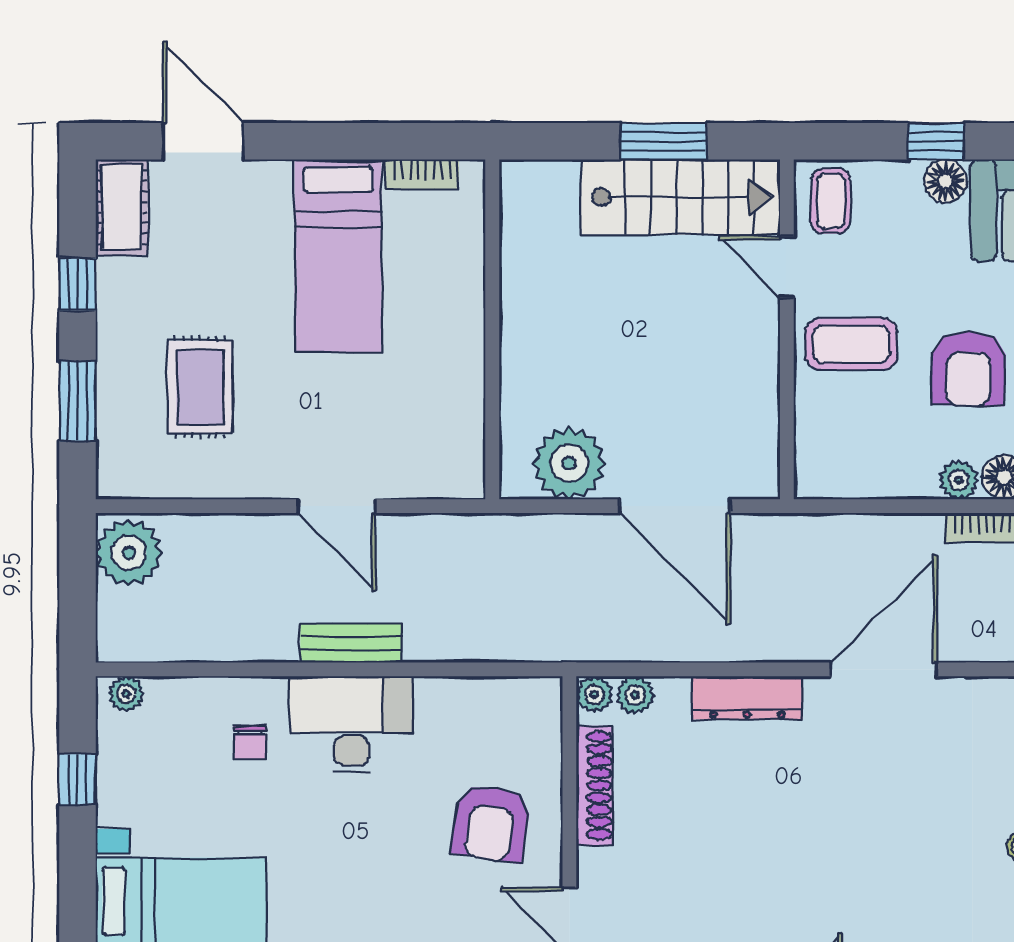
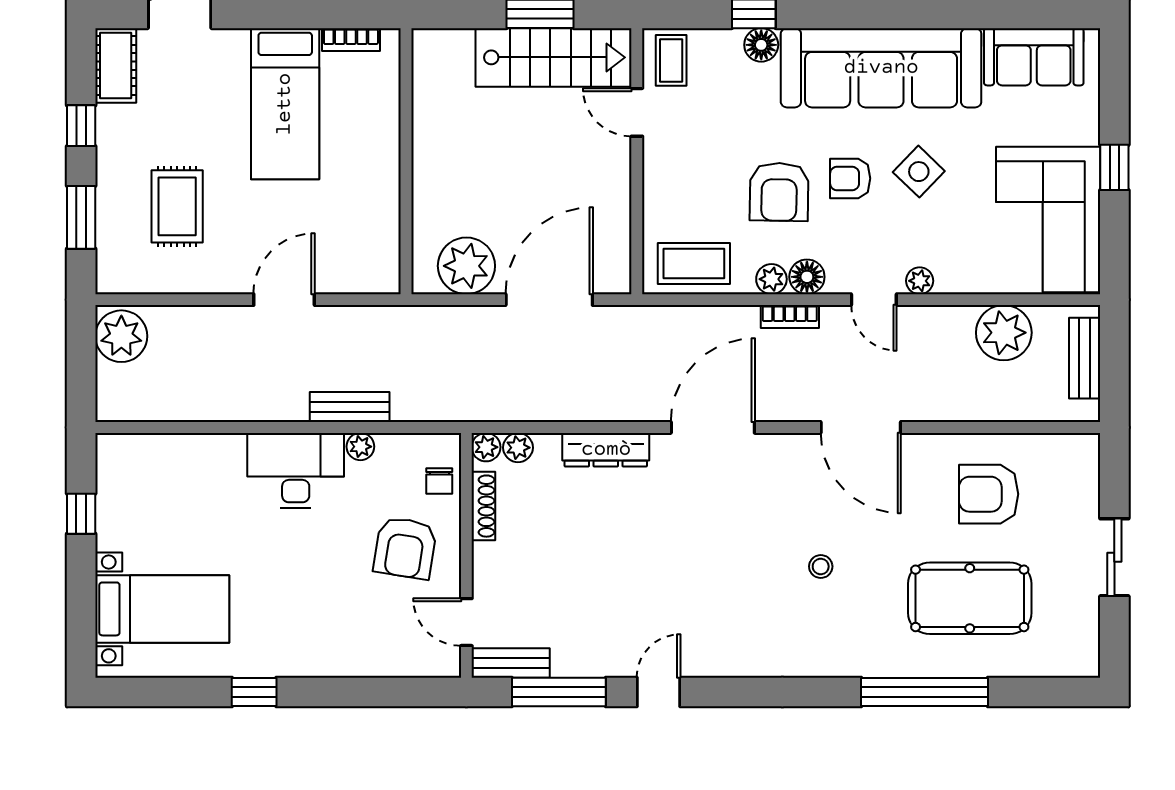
coffee table: (851, 344) -> (694, 264), moved
door: (337, 506) -> (284, 300), swing flipped
door: (675, 506) -> (549, 300), swing flipped
bench: (351, 643) -> (350, 407), moved
plant: (126, 694) -> (360, 447), moved
chair: (250, 743) -> (439, 481), moved
shoe rack: (595, 785) -> (483, 506), width x0.74, depth x0.81

